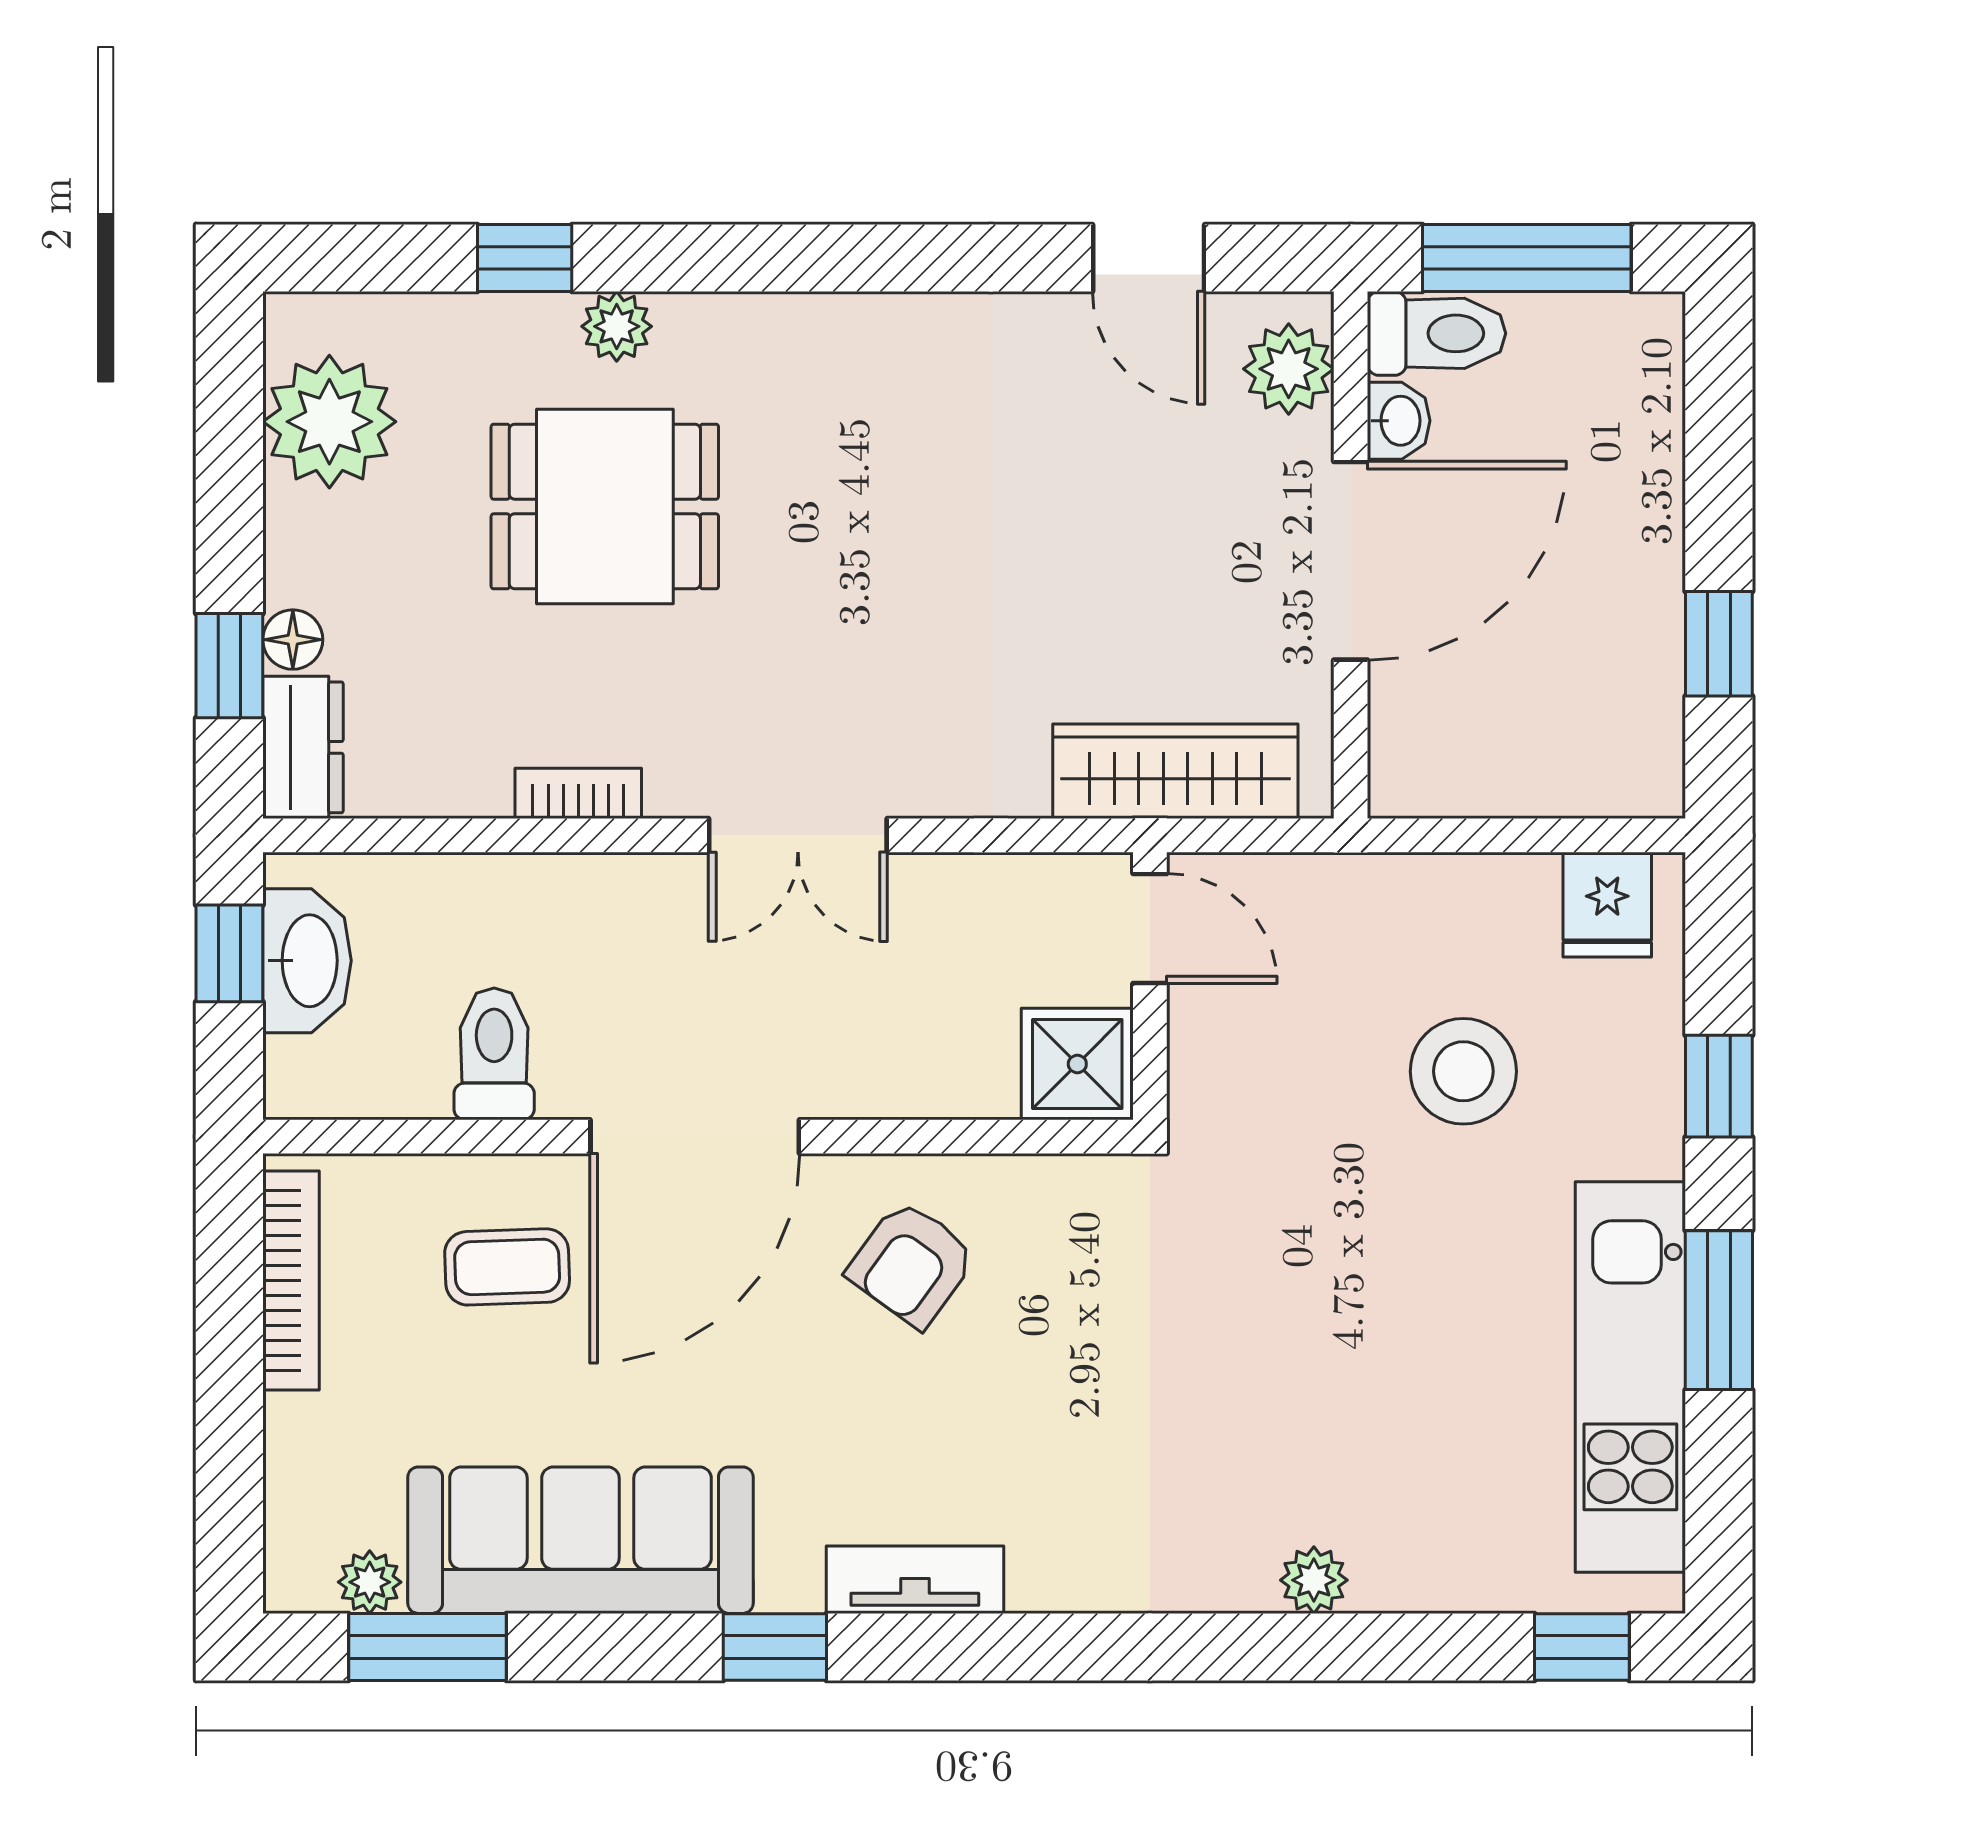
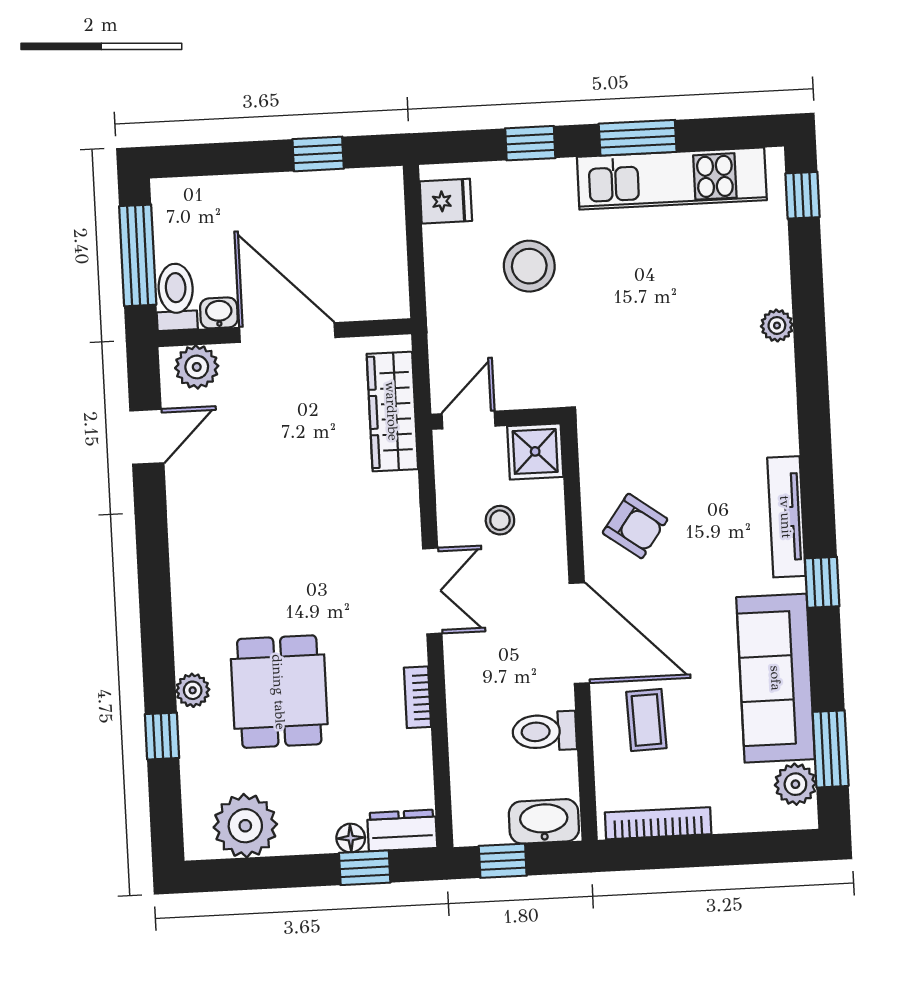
washbasin: (307, 961) -> (544, 821), moved
stool: (938, 984) -> (500, 520), added
tv unit: (915, 1580) -> (786, 517), width x1.41
plant: (370, 1582) -> (795, 784), width x1.38, depth x1.38

